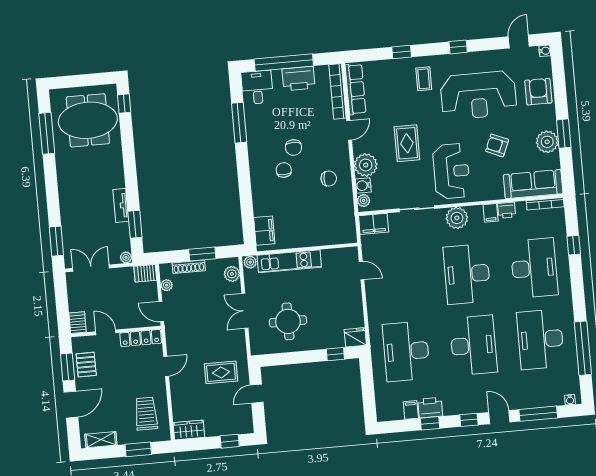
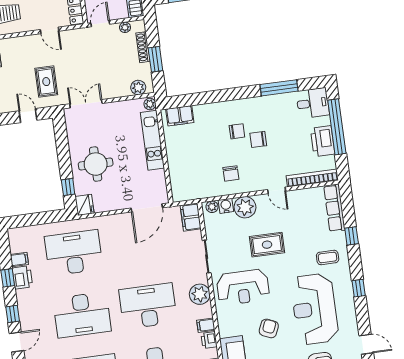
row of seats: (355, 89) -> (334, 208), moved, turned 90
door: (362, 271) -> (147, 208), width x1.88
double door: (245, 311) -> (86, 104), moved
round table: (288, 321) -> (96, 164), moved

